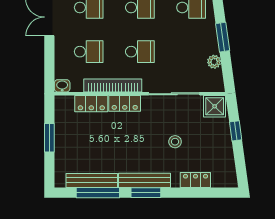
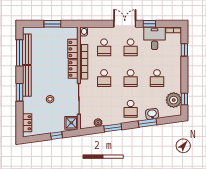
locker: (195, 180) -> (27, 123), moved
window: (146, 193) -> (19, 92), moved

